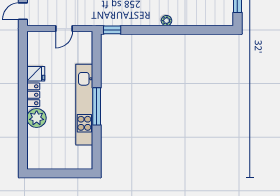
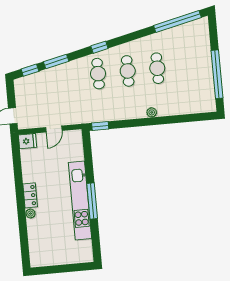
fridge: (36, 74) -> (27, 141), moved
plant: (37, 118) -> (31, 214), width x0.53, depth x0.53

